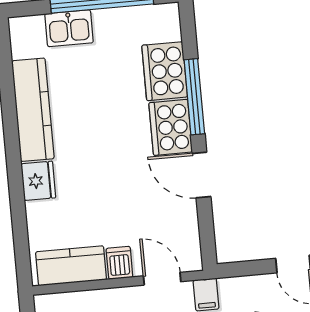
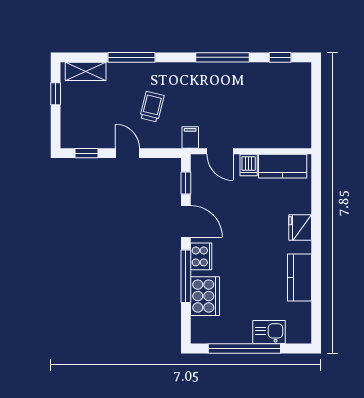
kitchen counter: (33, 110) -> (299, 277), width x0.67
cooker: (171, 127) -> (201, 256), width x0.73, depth x0.76
window: (206, 229) -> (186, 183), added

